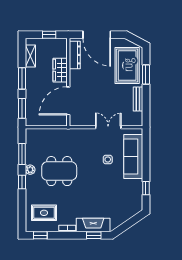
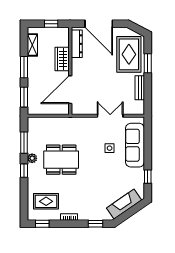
fireplace: (93, 225) -> (124, 204), moved, turned -35

